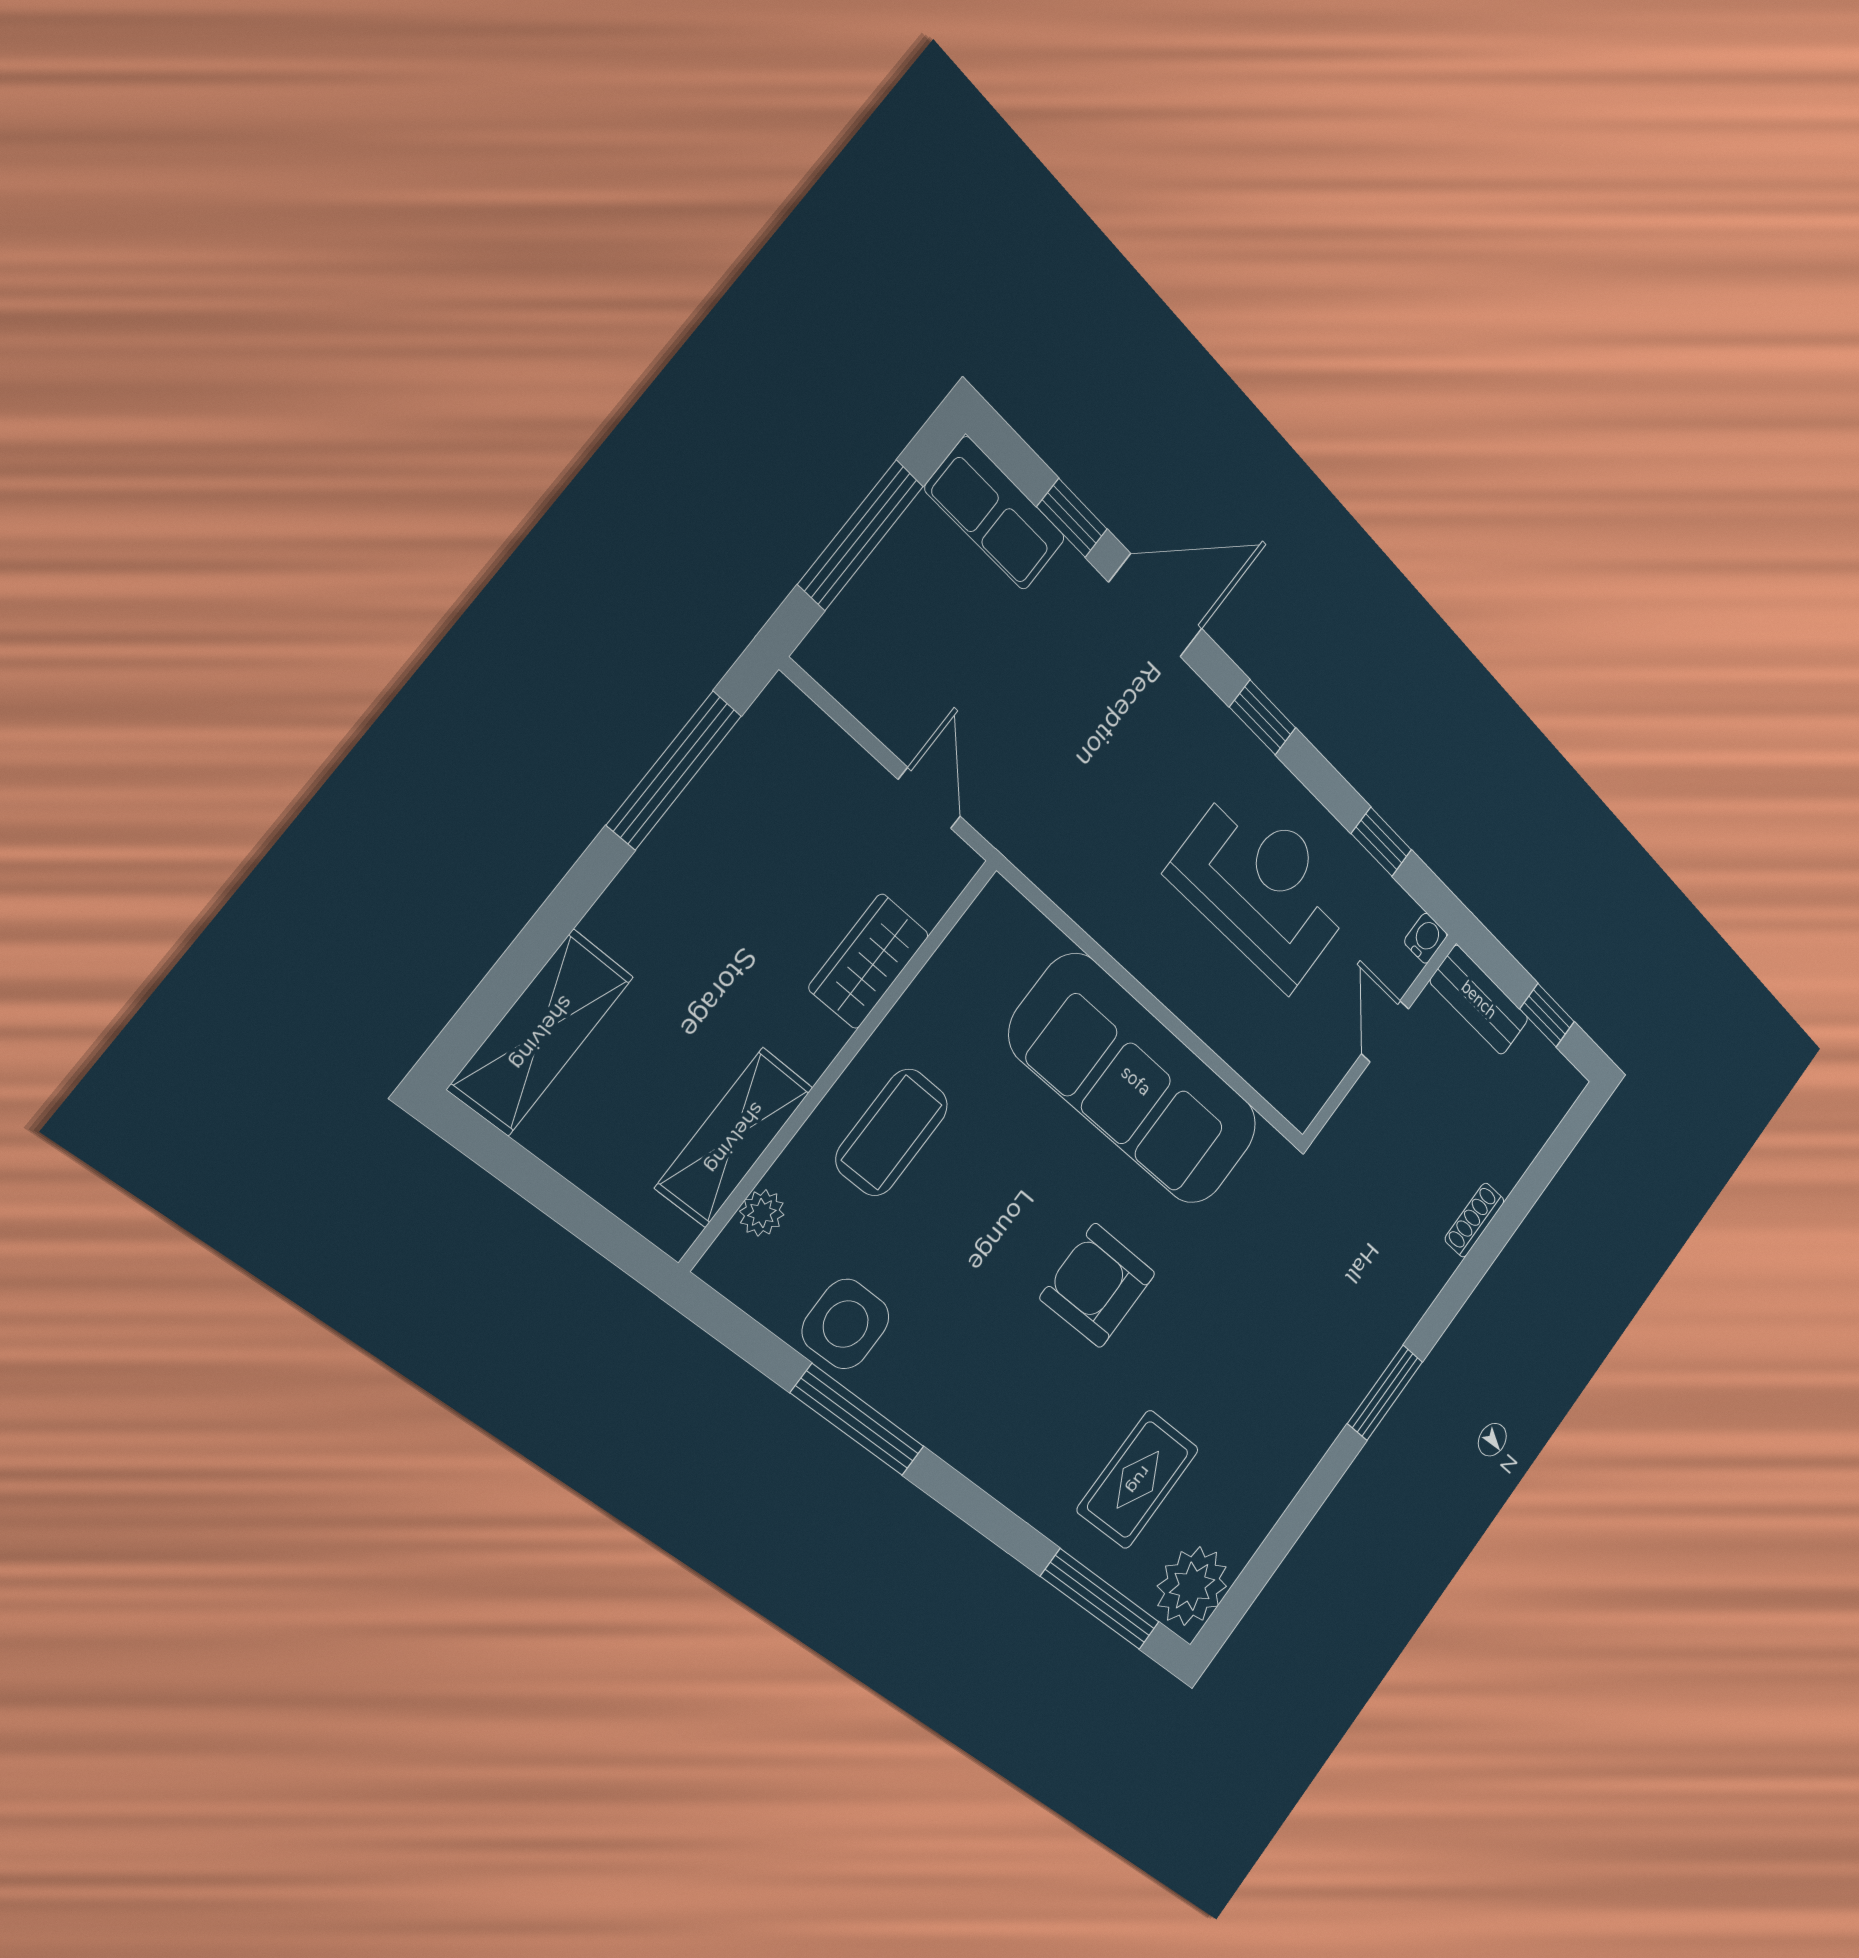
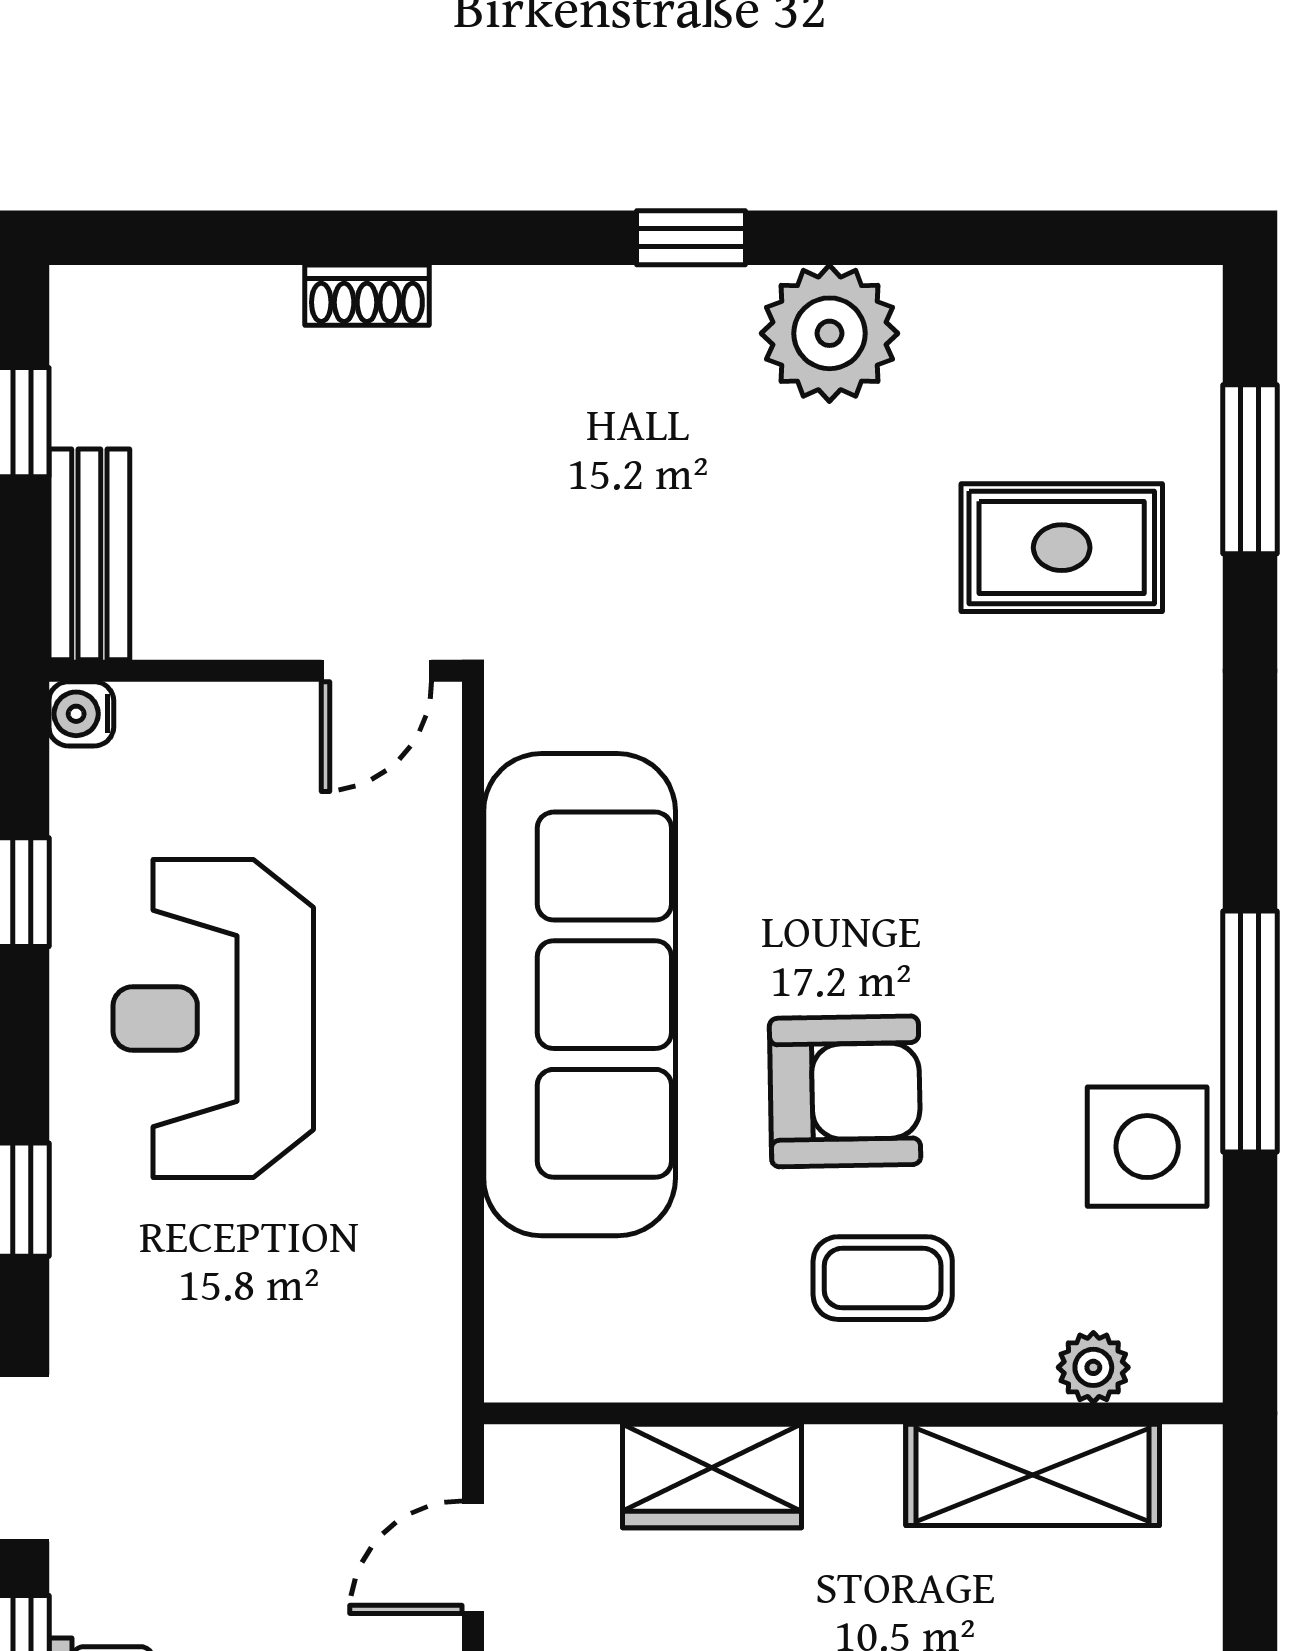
door: (1385, 1031) -> (376, 671), moved
coffee table: (892, 1132) -> (883, 1278), width x0.73, depth x0.77
armchair: (1098, 1286) -> (845, 1091), moved, turned -91
window: (1385, 1393) -> (691, 238), width x0.67
plant: (1192, 1586) -> (829, 333), moved
window: (1100, 1599) -> (1250, 469), width x0.69

